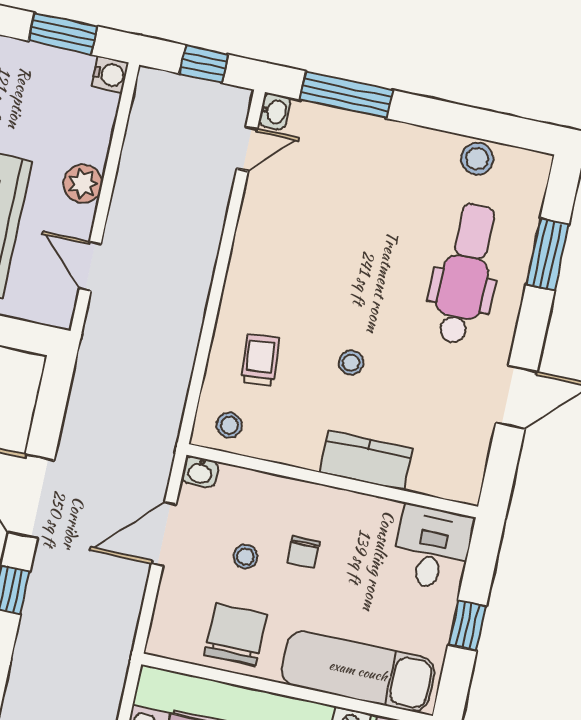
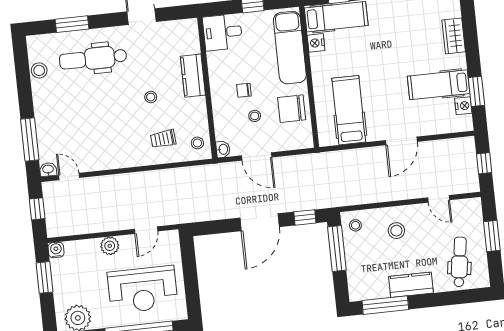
chair: (303, 552) -> (244, 90), turned 180

